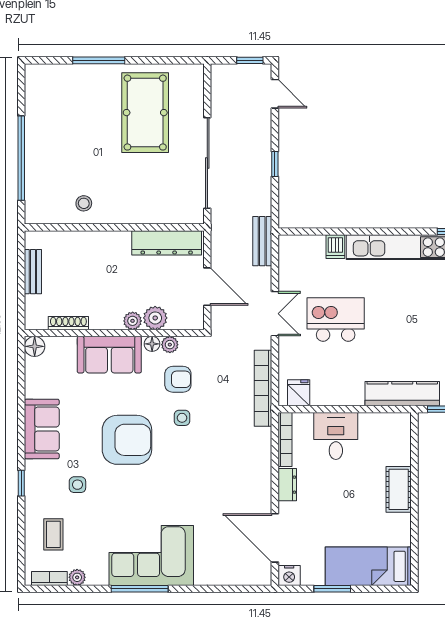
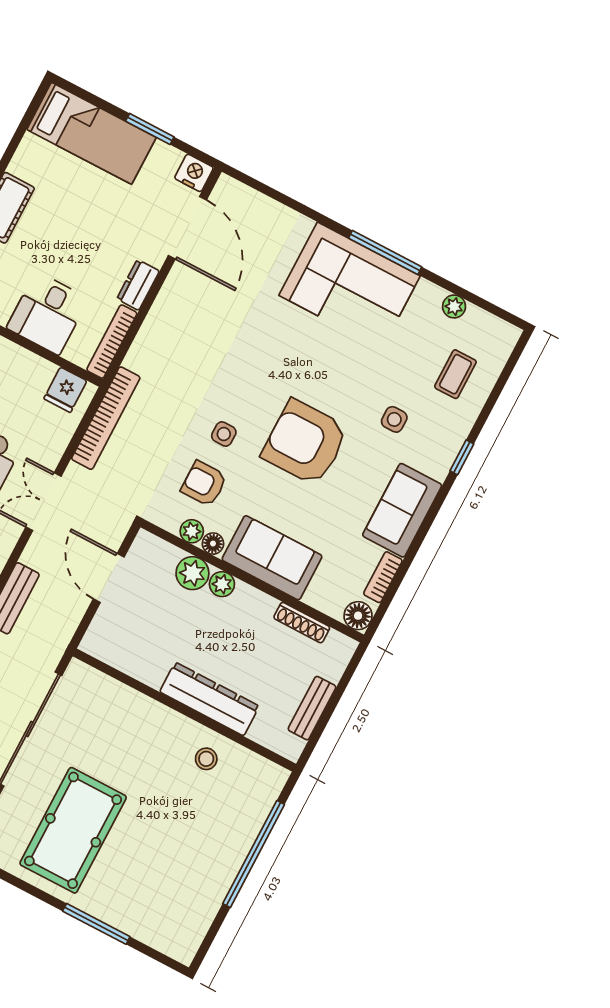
dresser: (167, 243) -> (209, 699), moved
bookcase: (49, 579) -> (383, 577), moved, turned 90

